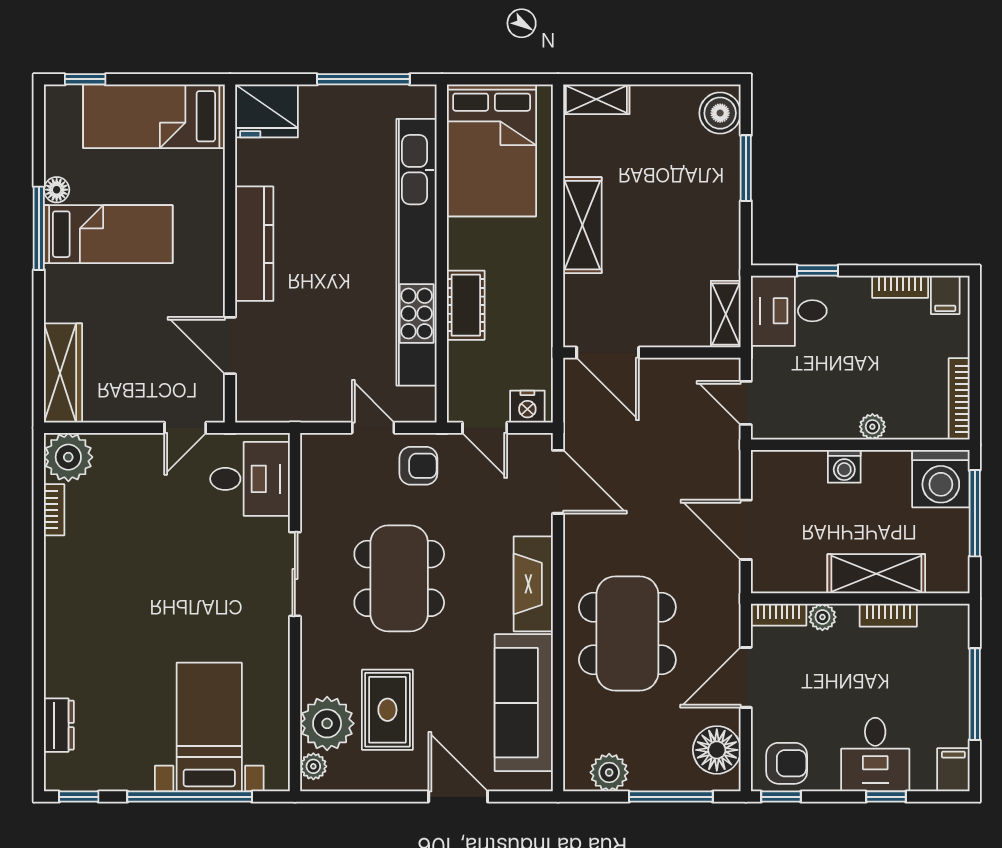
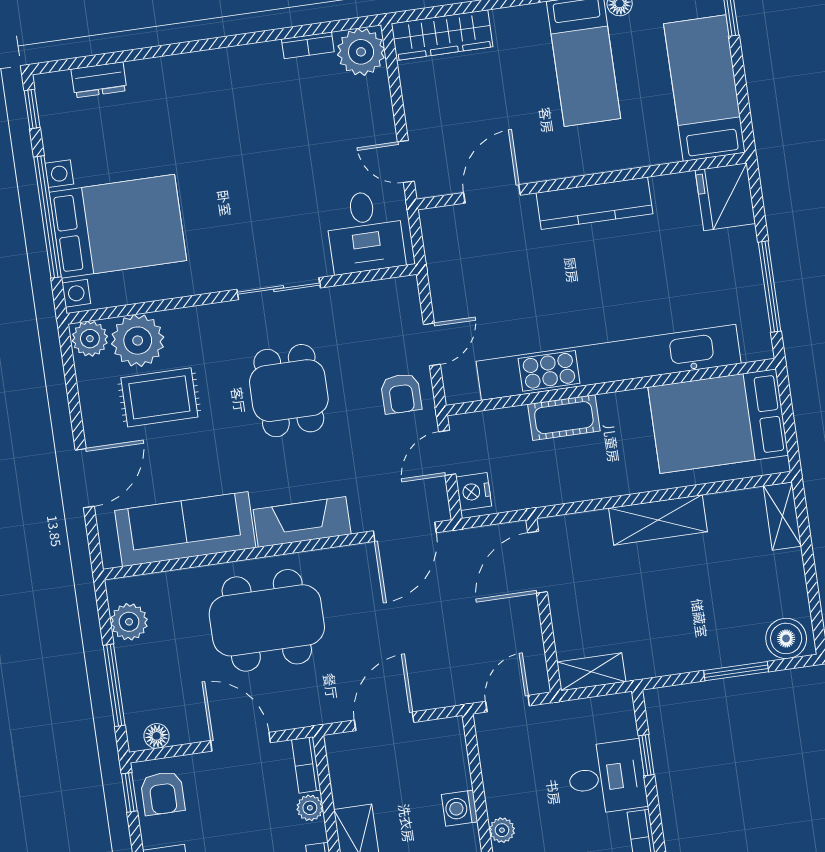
desk: (789, 311) -> (607, 777), moved, turned 90
dining table: (399, 578) -> (289, 391), width x0.73
bed with nightstands: (209, 727) -> (118, 226), width x1.36
floor lamp: (717, 750) -> (157, 736), width x0.53, depth x0.53
plant: (313, 766) -> (90, 339), width x1.38, depth x1.38

